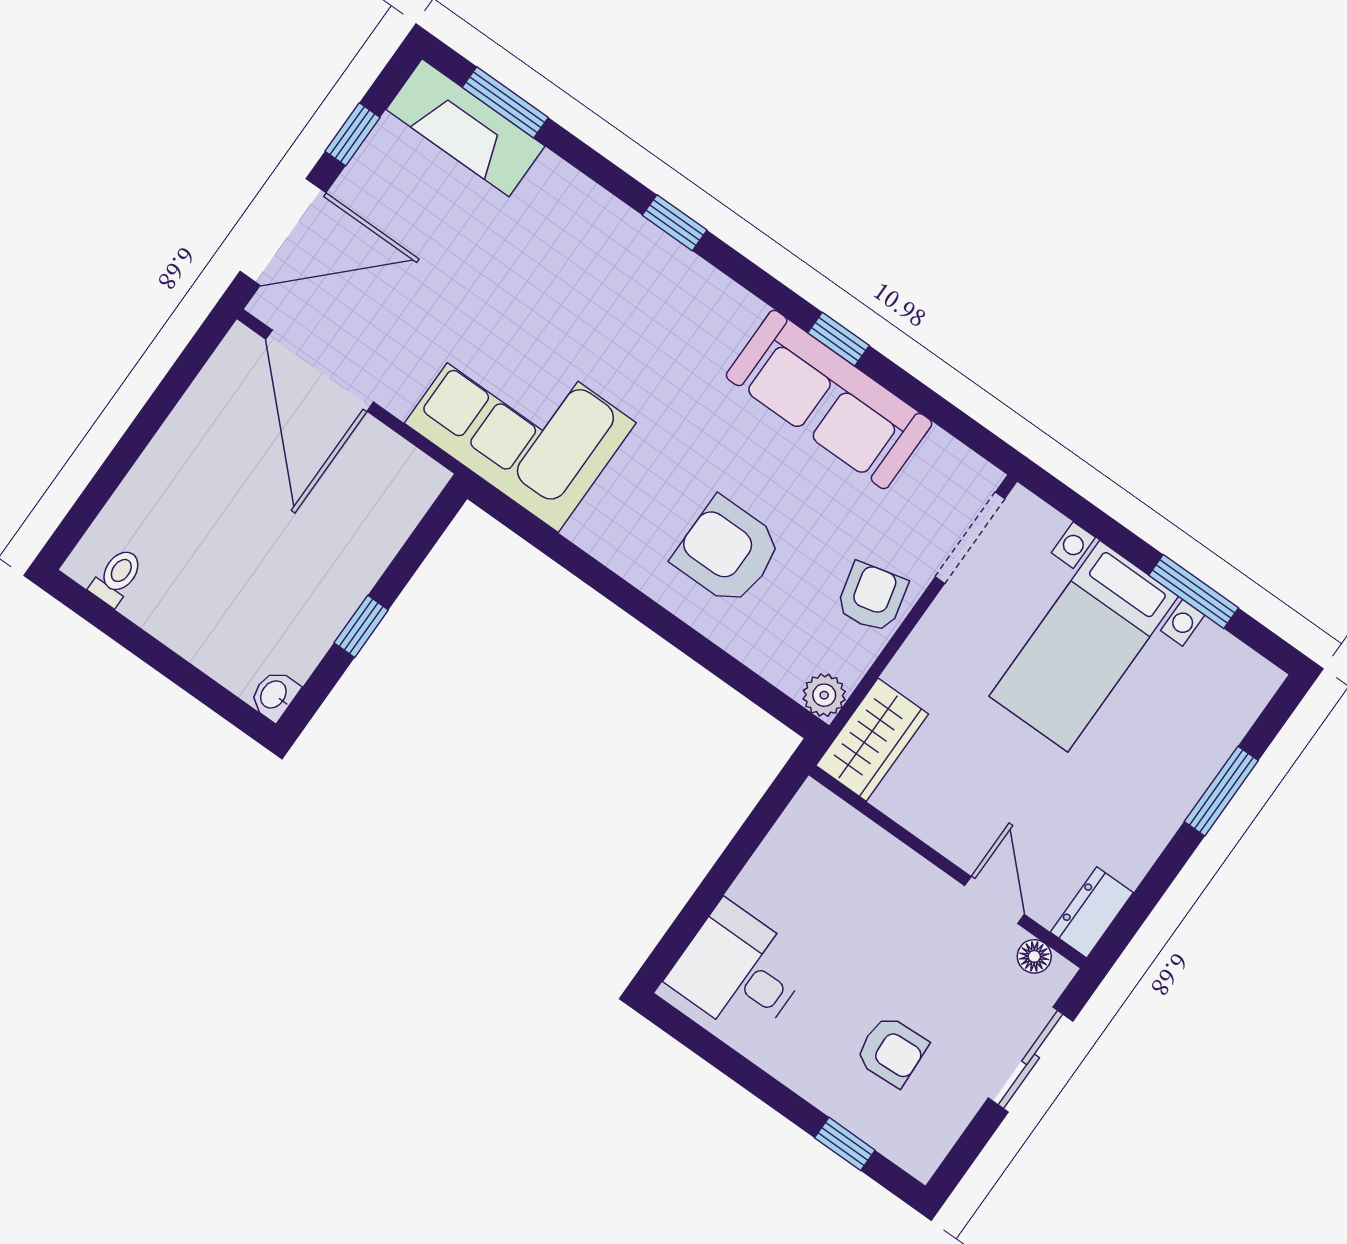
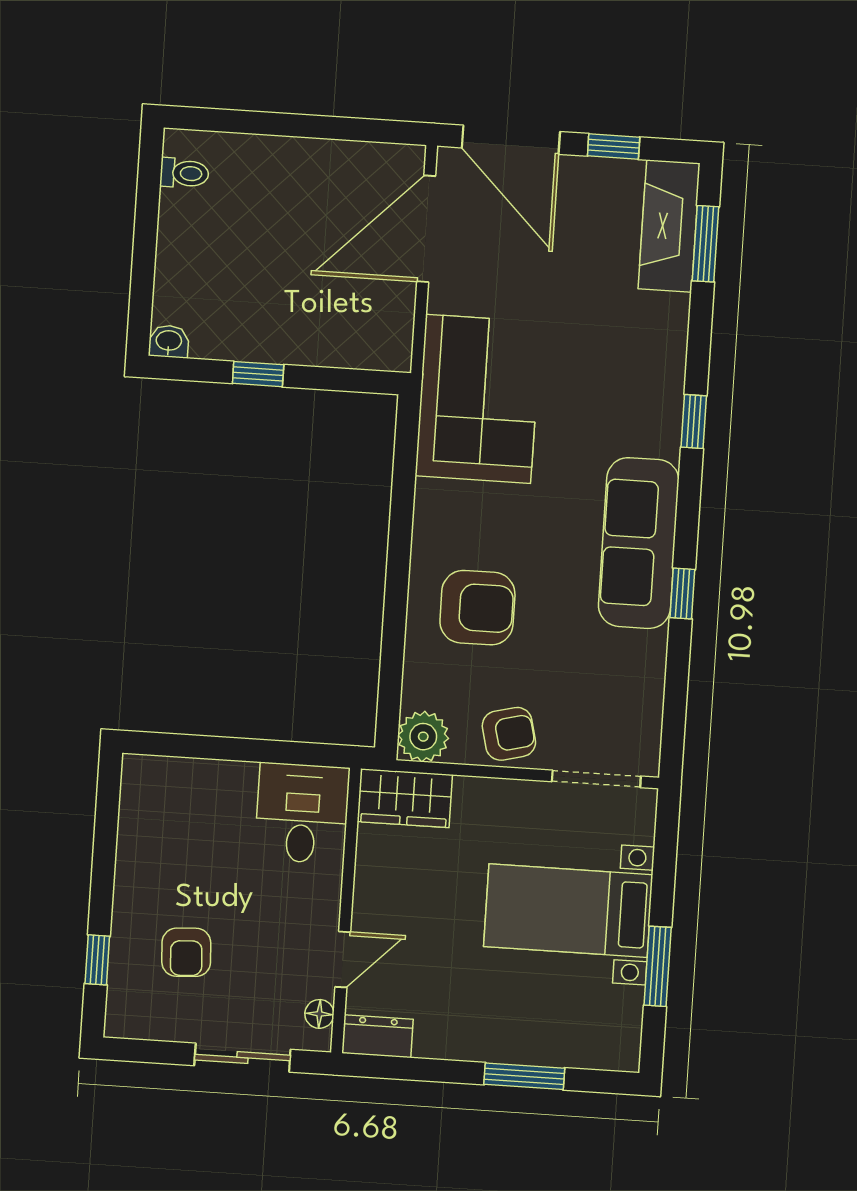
sofa: (829, 399) -> (639, 543), moved
armchair: (727, 551) -> (477, 608), turned 90
plant: (824, 695) -> (423, 737), width x1.38, depth x1.38
desk: (739, 971) -> (302, 813), moved

